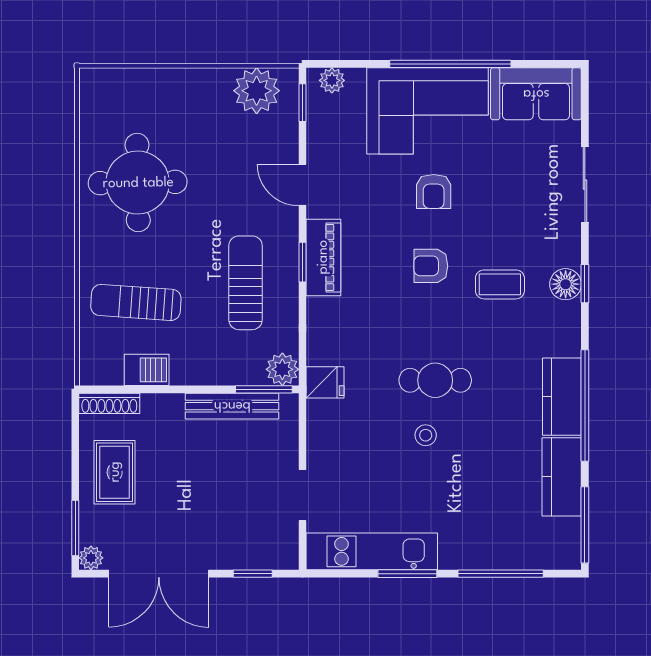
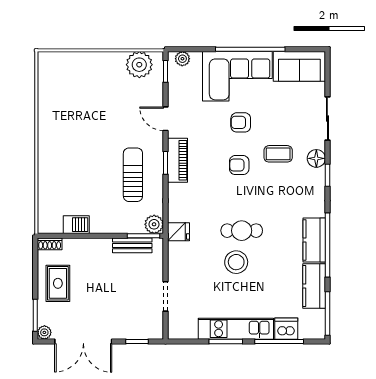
round table: (138, 183) -> (71, 117), removed
armchair: (434, 191) -> (241, 122), turned 90
coffee table: (500, 284) -> (278, 154), moved
floor lamp: (566, 284) -> (316, 158), moved
sun lounger: (136, 302) -> (70, 186), removed
shoe rack: (109, 403) -> (50, 244), width x0.70
bench: (232, 406) -> (132, 245), width x0.73
stool: (426, 435) -> (236, 262), width x1.89, depth x1.89
kitchen unit: (372, 551) -> (236, 329), moved
dishwasher: (513, 551) -> (286, 329), added

